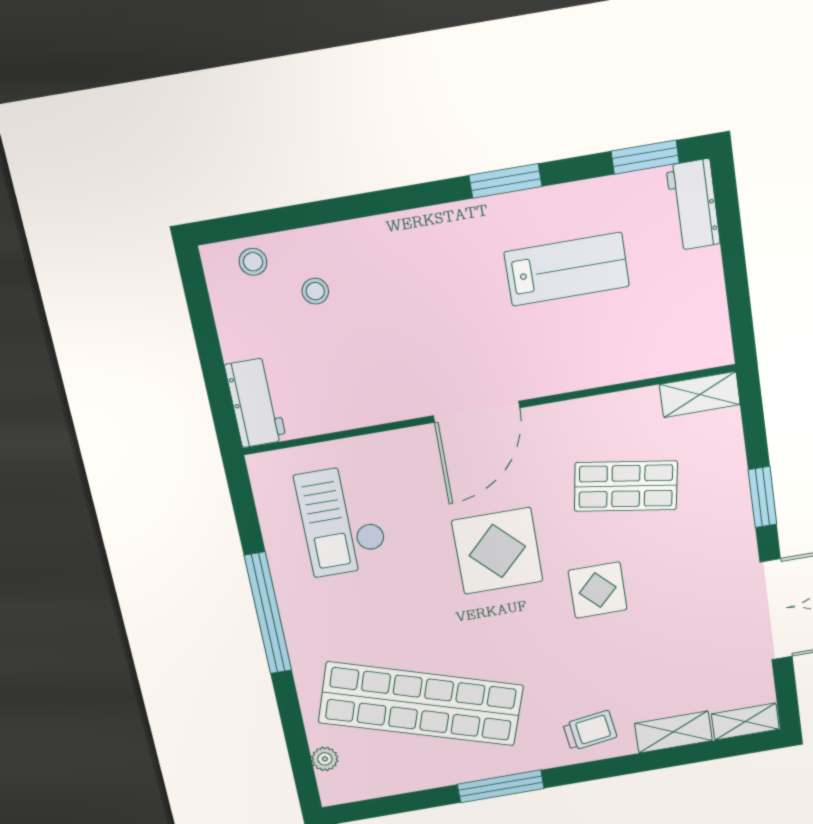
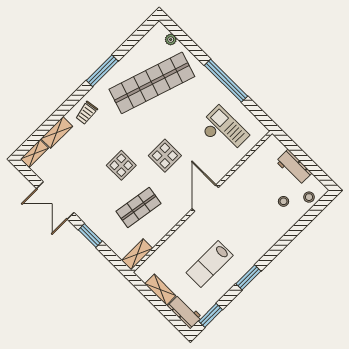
shelving: (708, 289) -> (160, 290), added
workbench: (256, 403) -> (294, 167), moved
display table: (497, 551) -> (165, 156), width x0.73, depth x0.73

